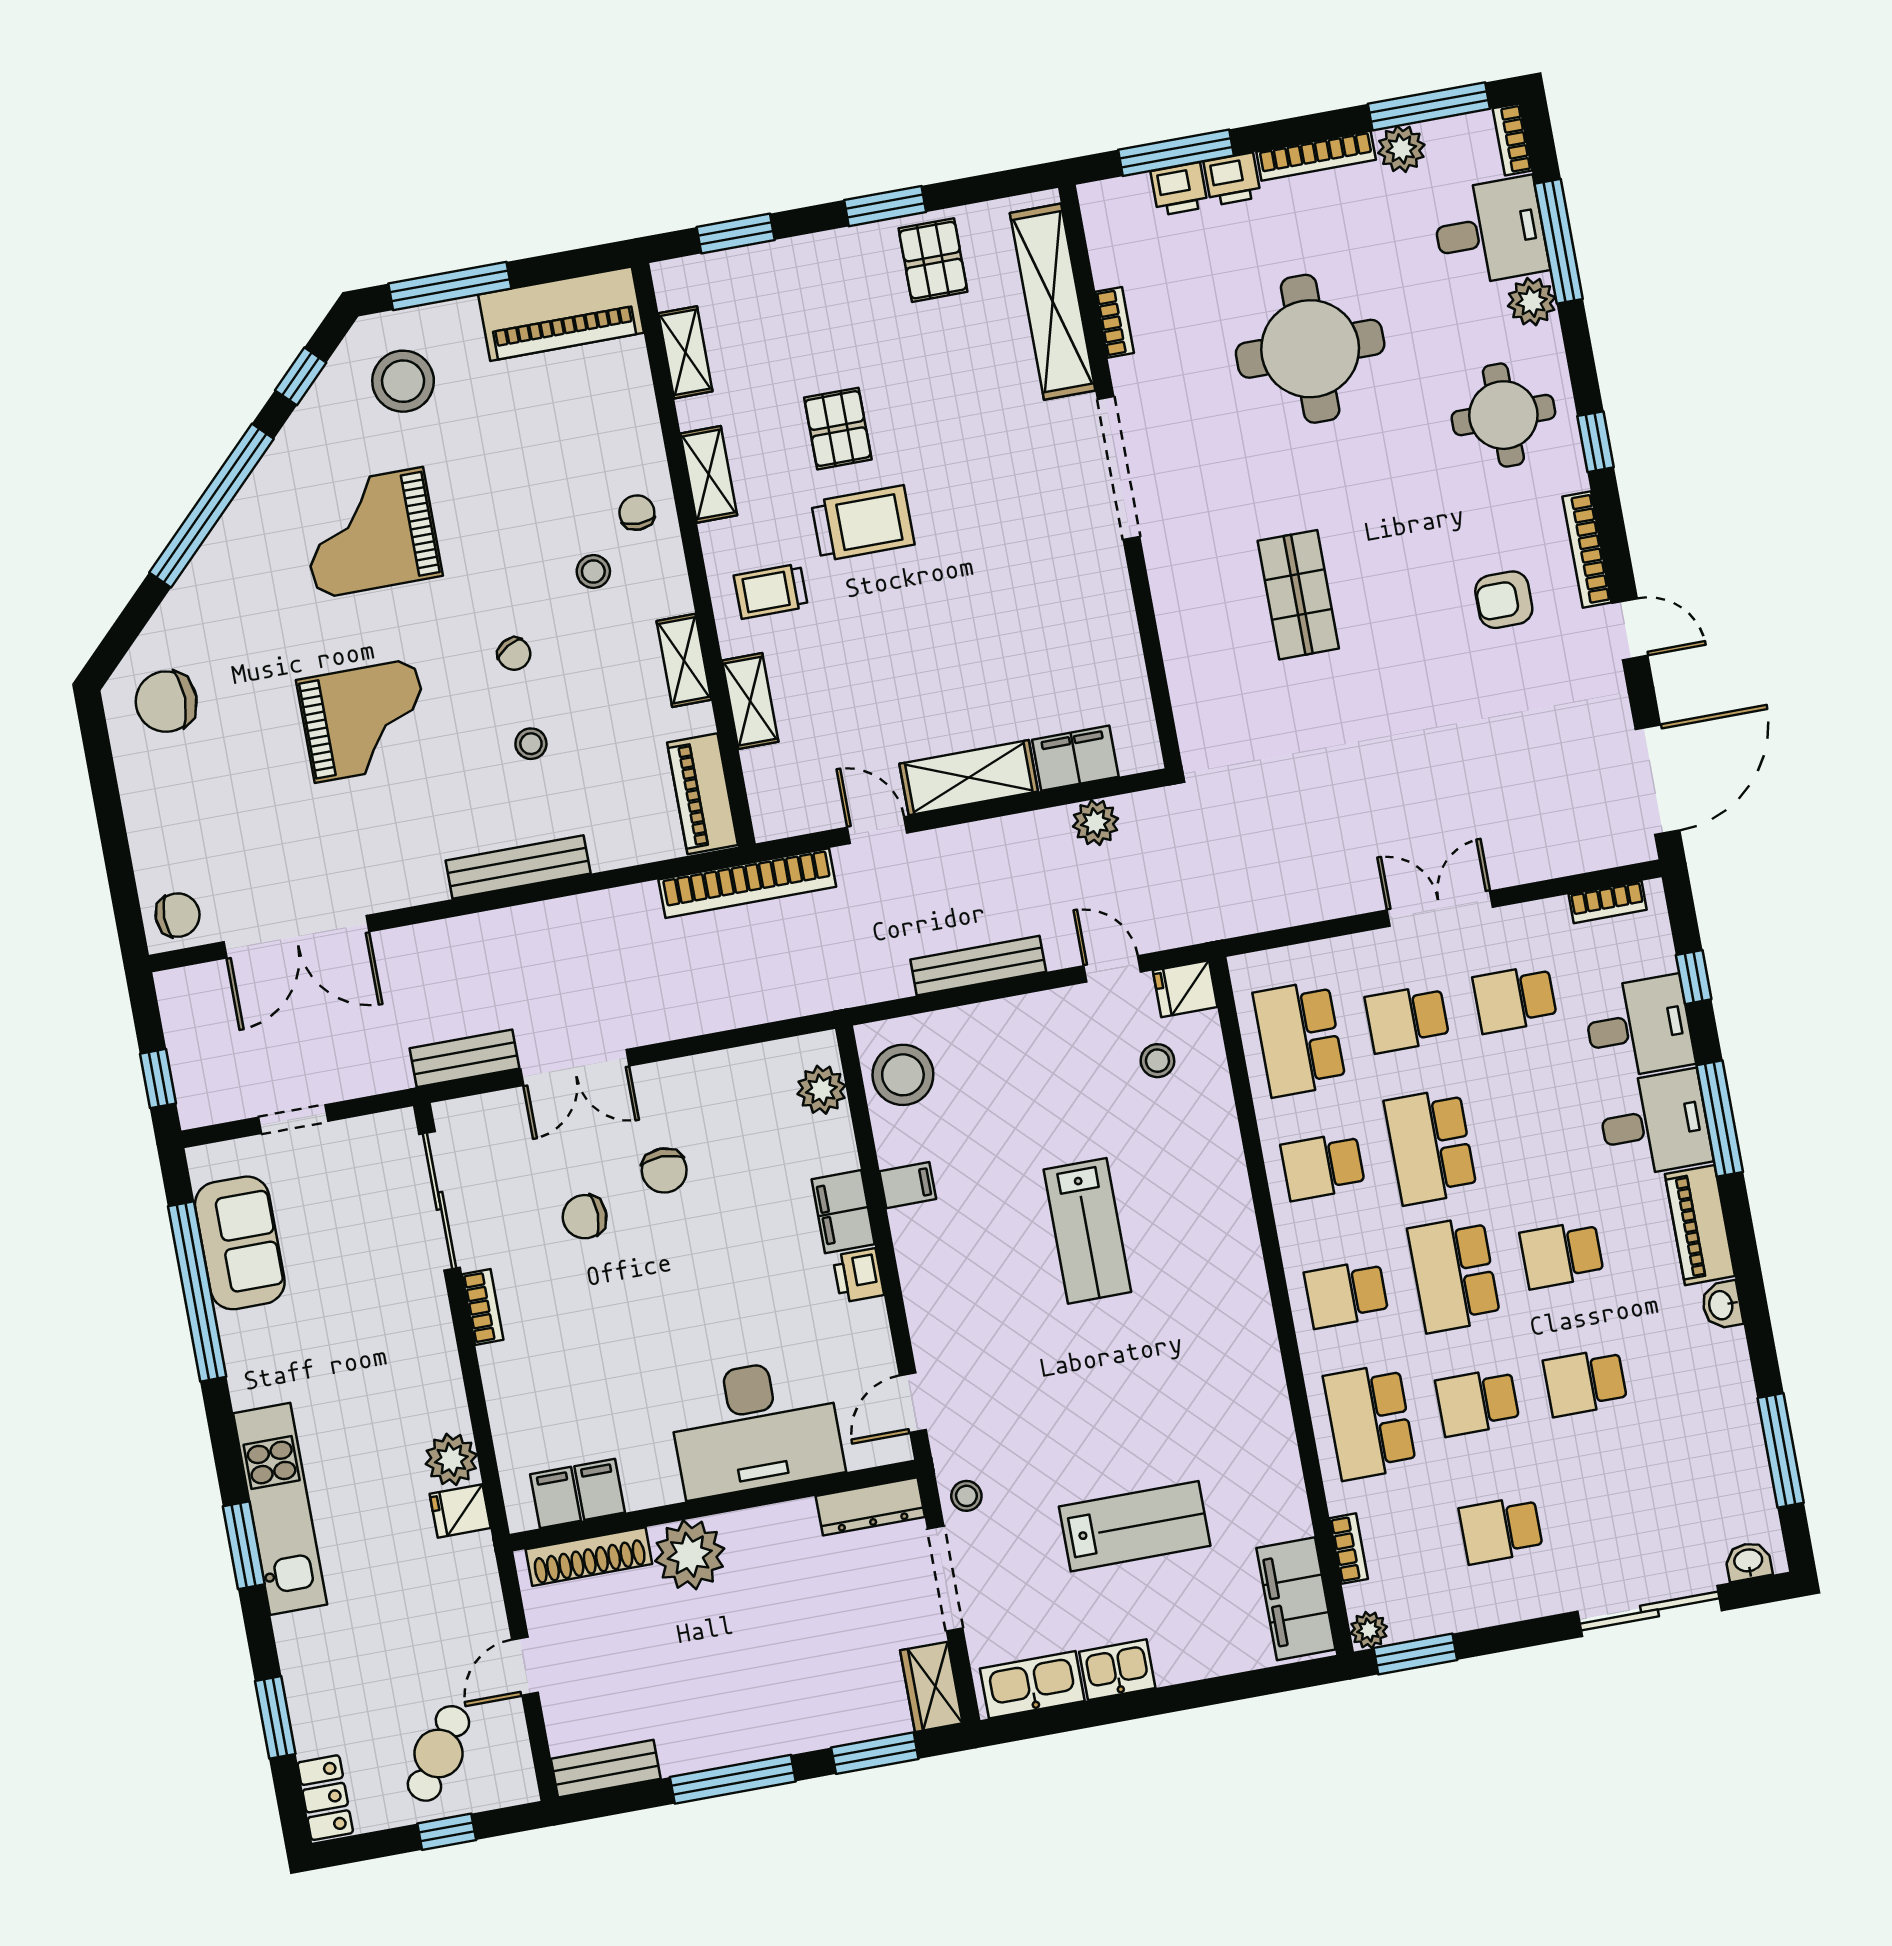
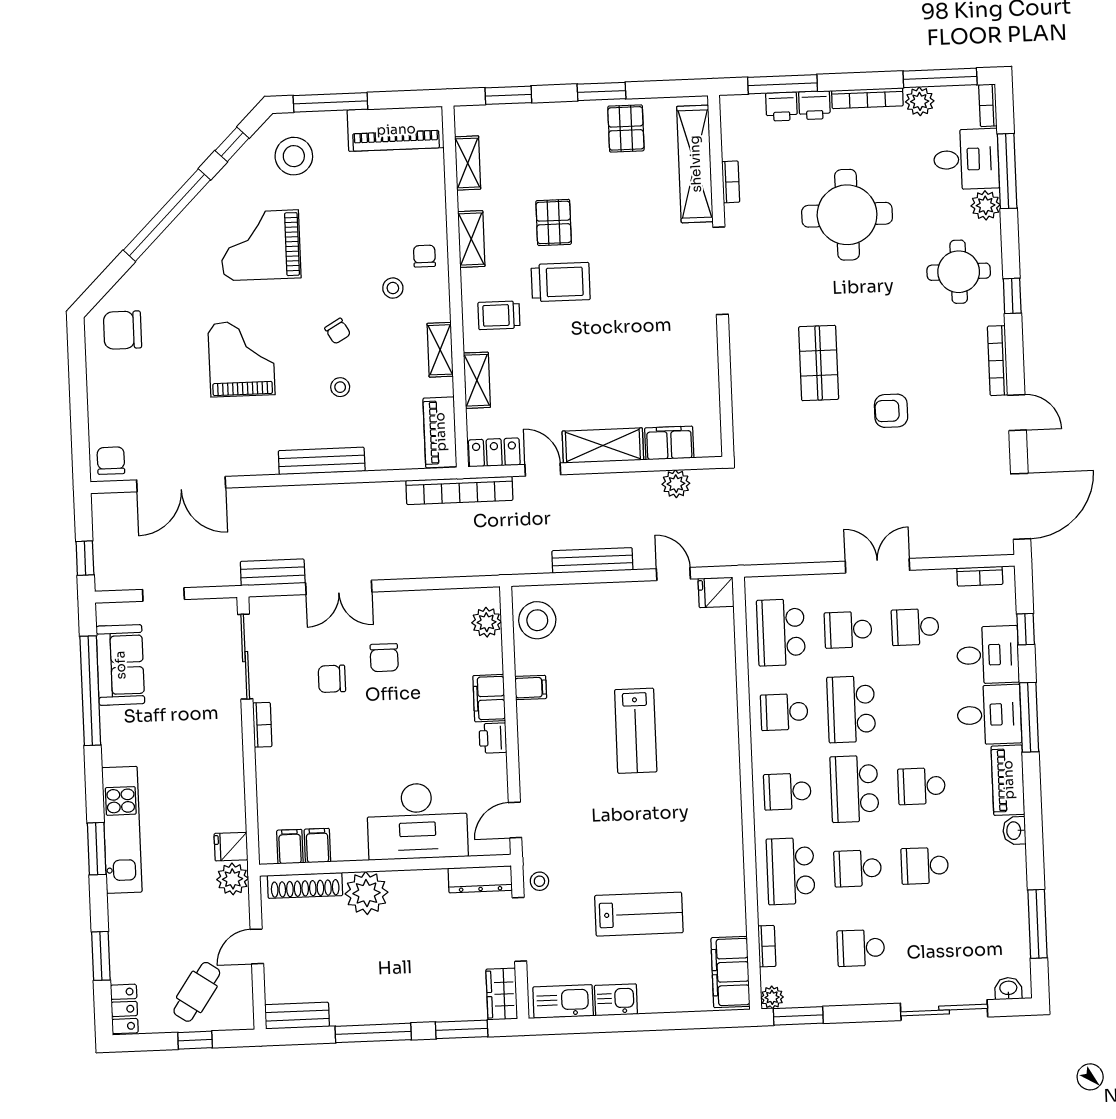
armchair: (1504, 600) -> (891, 411), moved
grand piano: (365, 721) -> (241, 359), turned -90
locker: (795, 814) -> (494, 452), added
chair: (178, 915) -> (111, 461), turned -90
stool: (1157, 1061) -> (693, 634), removed
plant: (451, 1459) -> (233, 879), moved

